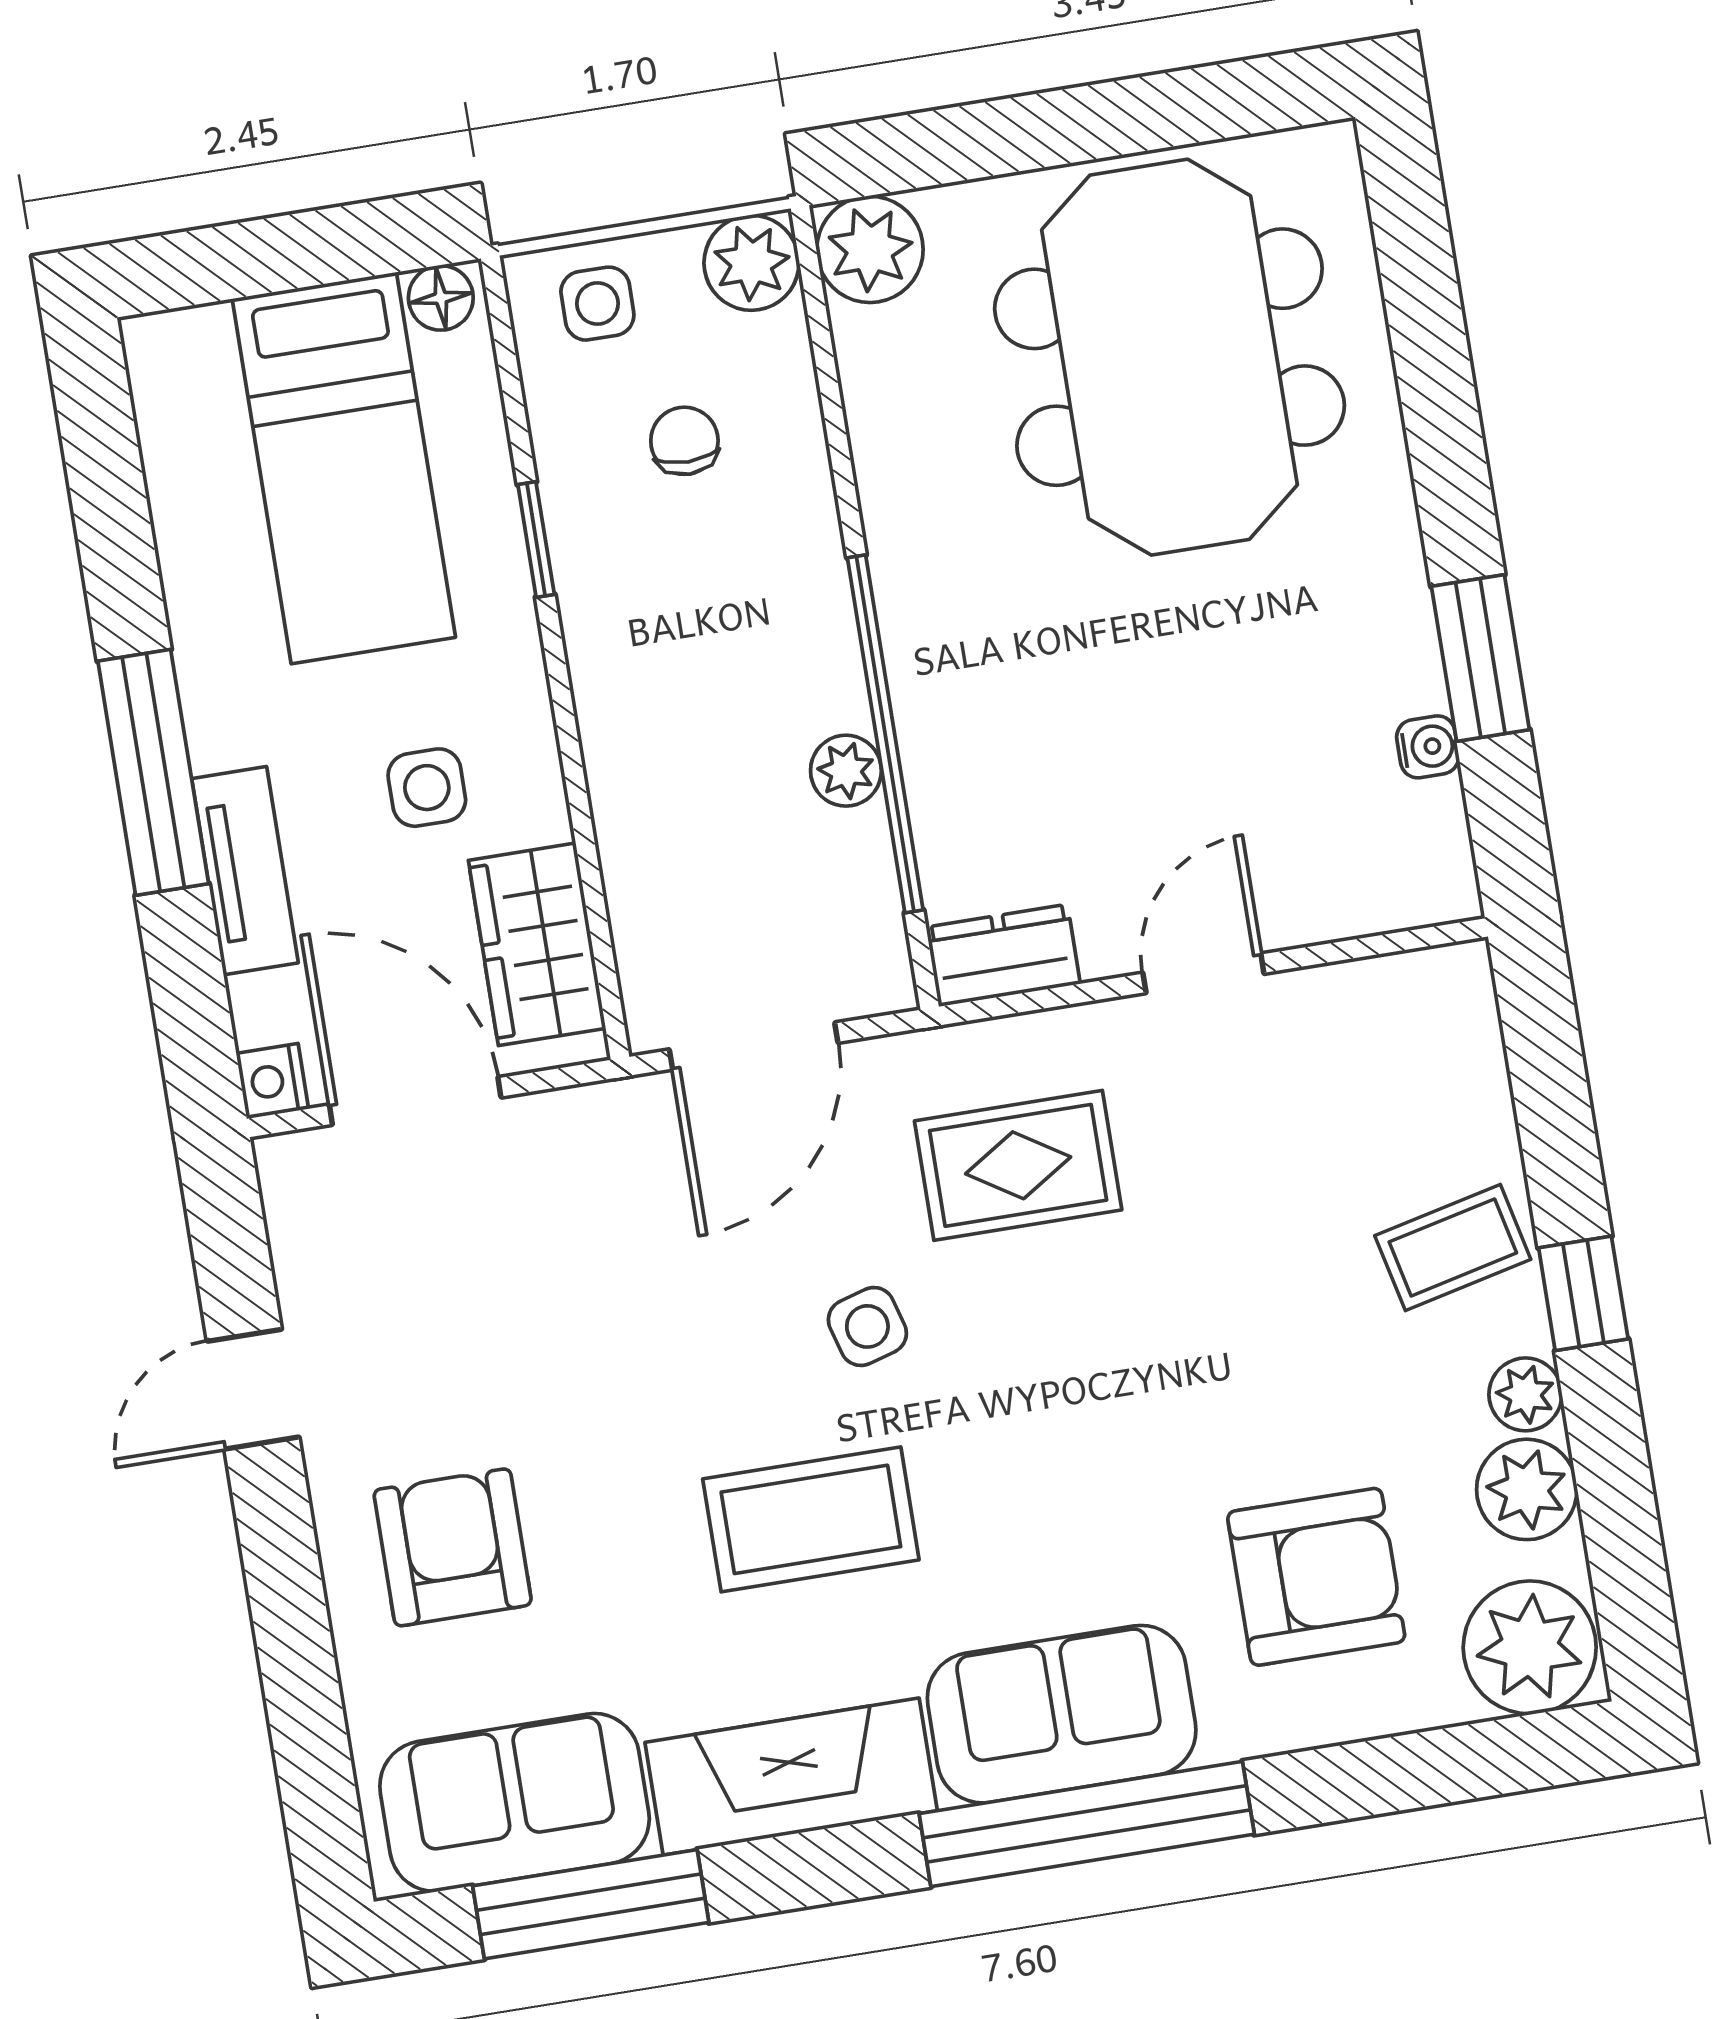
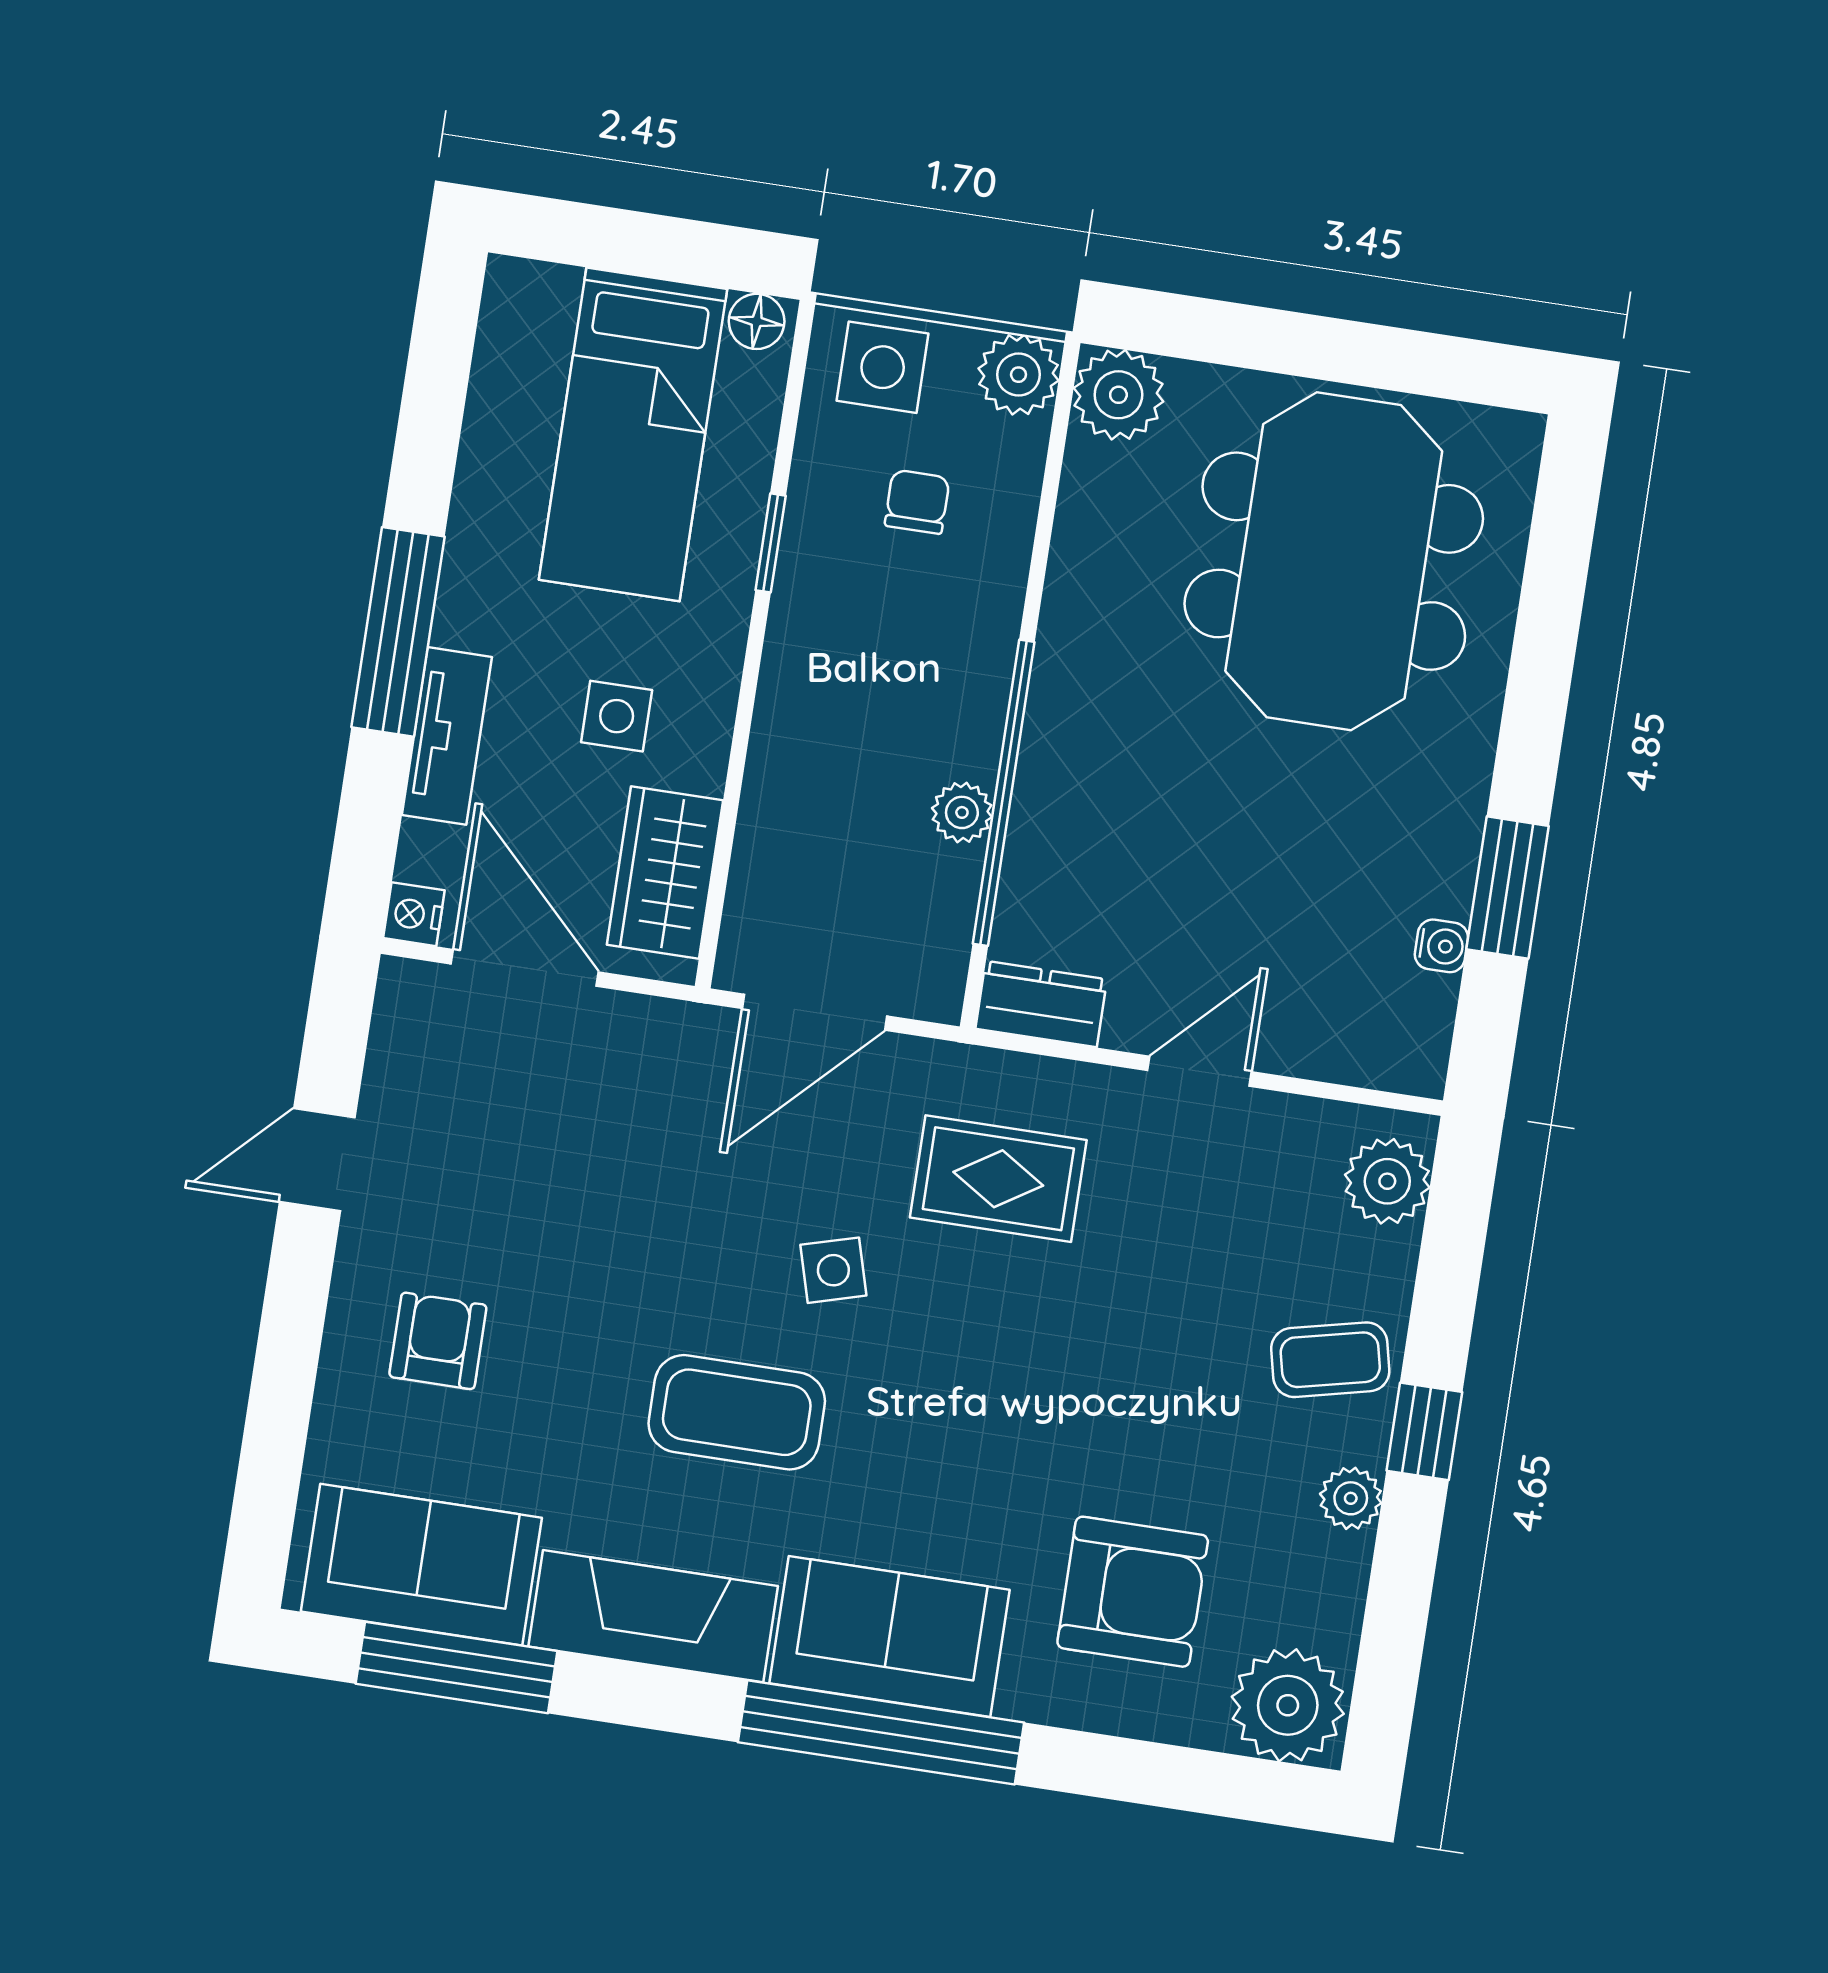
side table: (597, 304) -> (883, 367), width x1.37, depth x1.37
plant: (1527, 1489) -> (1387, 1181), moved
armchair: (453, 1547) -> (438, 1341), width x0.72, depth x0.72

